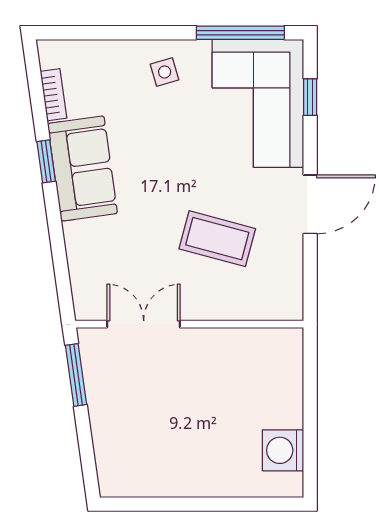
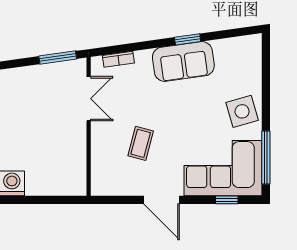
side table: (165, 72) -> (242, 111), width x1.87, depth x1.87
bookcase: (54, 95) -> (118, 59), moved
coffee table: (217, 239) -> (141, 143), width x0.73, depth x0.77

